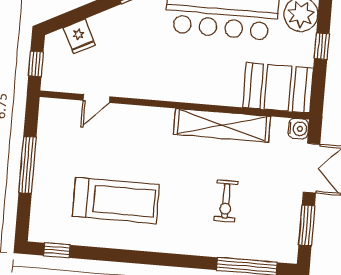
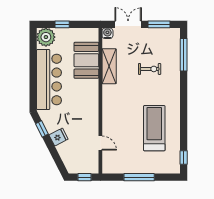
fridge: (79, 36) -> (59, 137), moved
booth: (278, 88) -> (86, 60), moved
shelving: (222, 125) -> (109, 66), width x0.68

